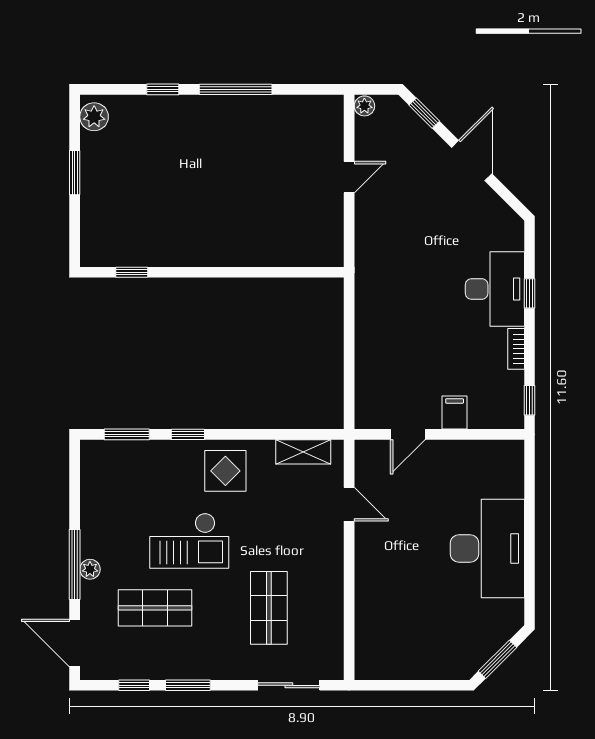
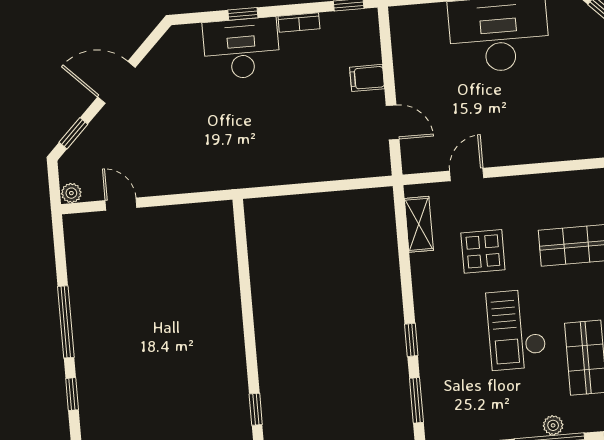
door: (349, 177) -> (121, 204), moved
display table: (225, 471) -> (483, 251), moved
checkout: (189, 541) -> (516, 330), turned 180

